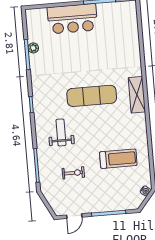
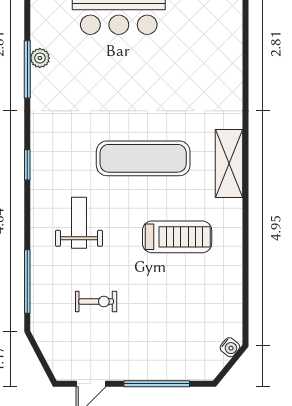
treadmill: (118, 159) -> (177, 237), moved

